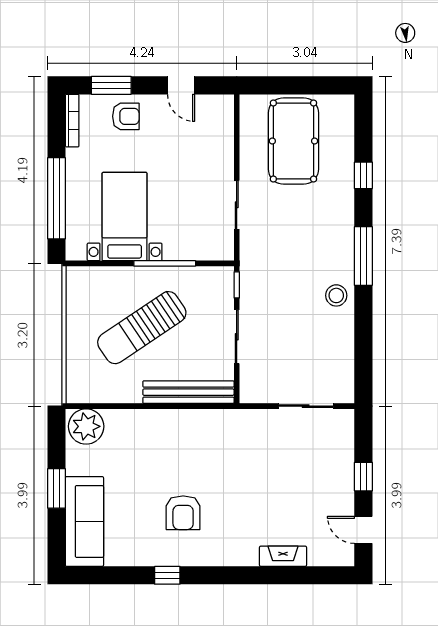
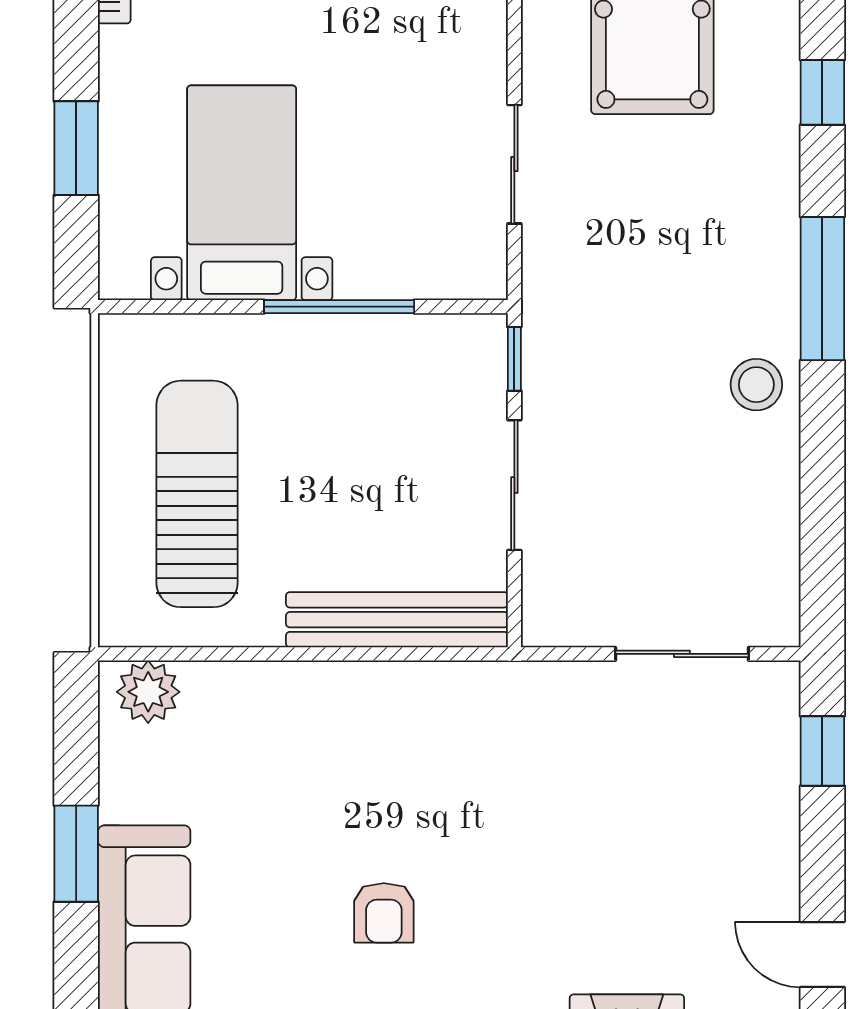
window: (57, 198) -> (76, 148), width x0.47
sun lounger: (142, 328) -> (197, 494), moved, turned 124
plant: (86, 426) -> (148, 692), width x0.73, depth x0.73
window: (363, 477) -> (822, 751), moved
armchair: (183, 513) -> (384, 913), width x0.72, depth x0.72

